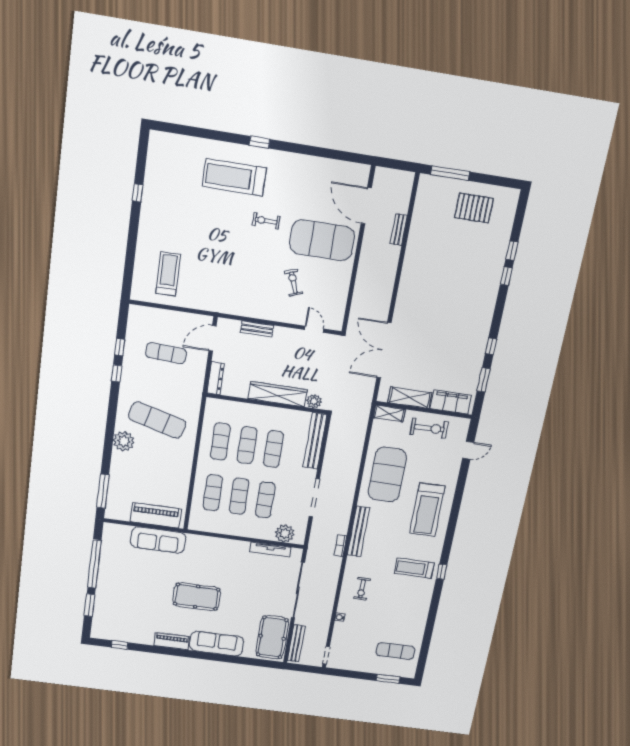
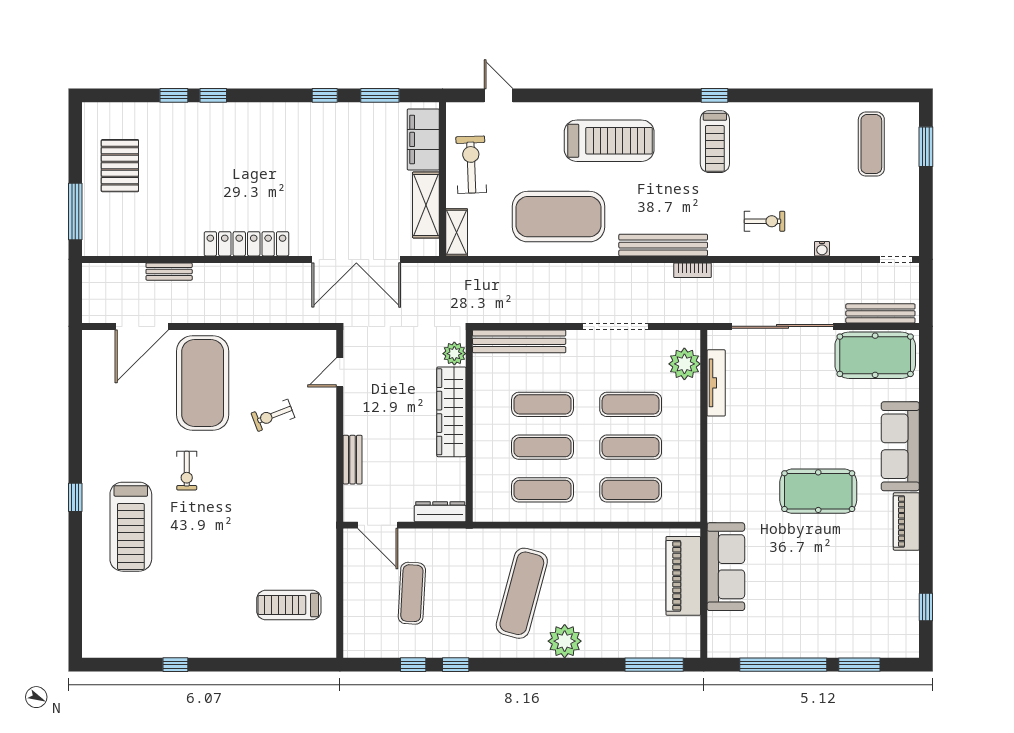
locker: (407, 283) -> (246, 244), added
pool table: (197, 597) -> (818, 491), turned 90

